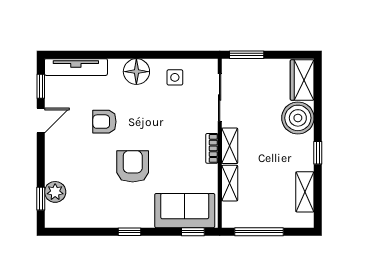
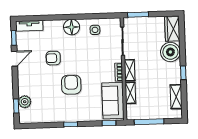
tv unit: (76, 67) -> (29, 26), width x0.71
sofa: (185, 211) -> (113, 101), moved, turned -90

